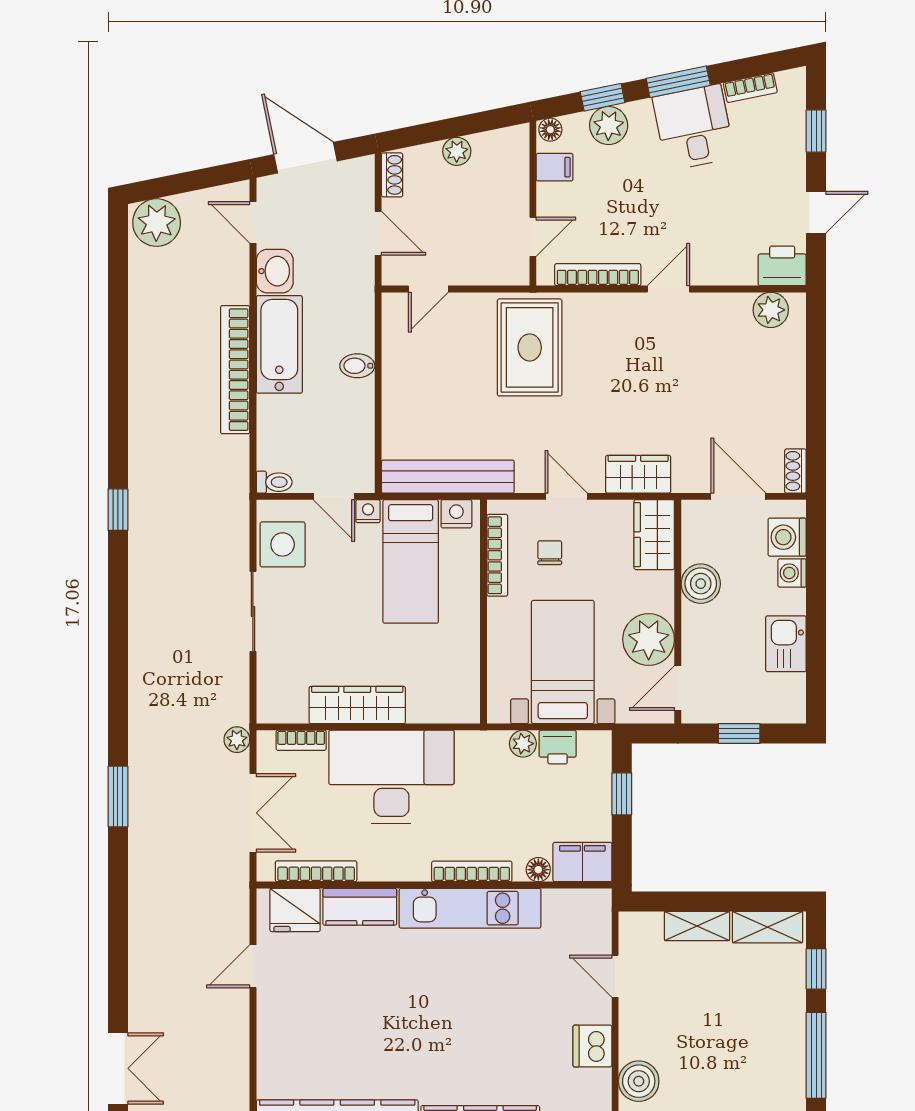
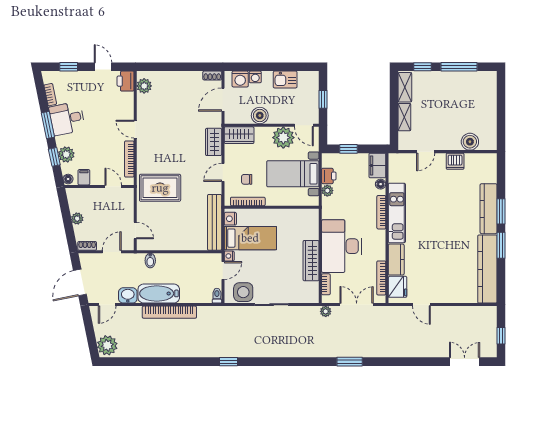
bidet: (357, 366) -> (150, 261), moved

